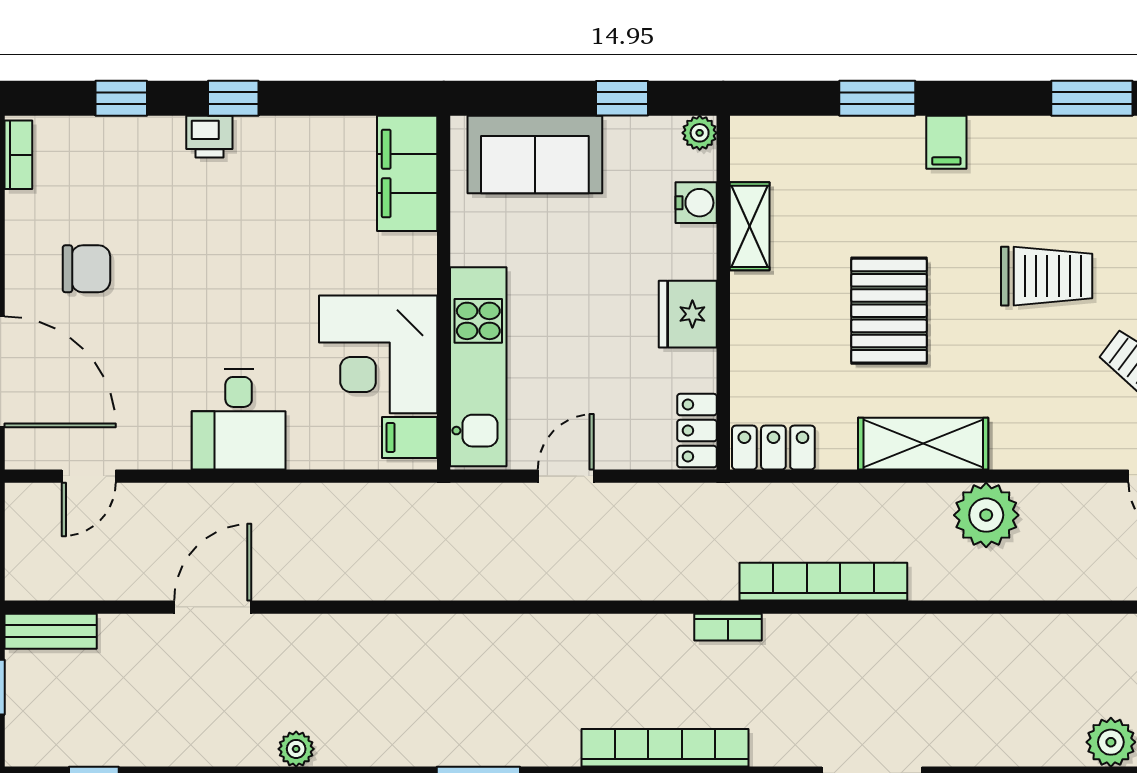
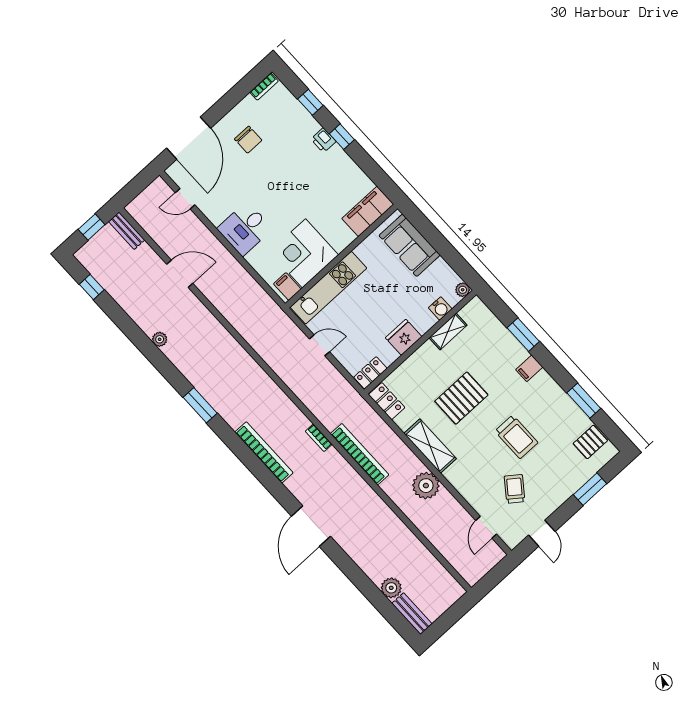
window: (622, 98) -> (451, 256), removed

